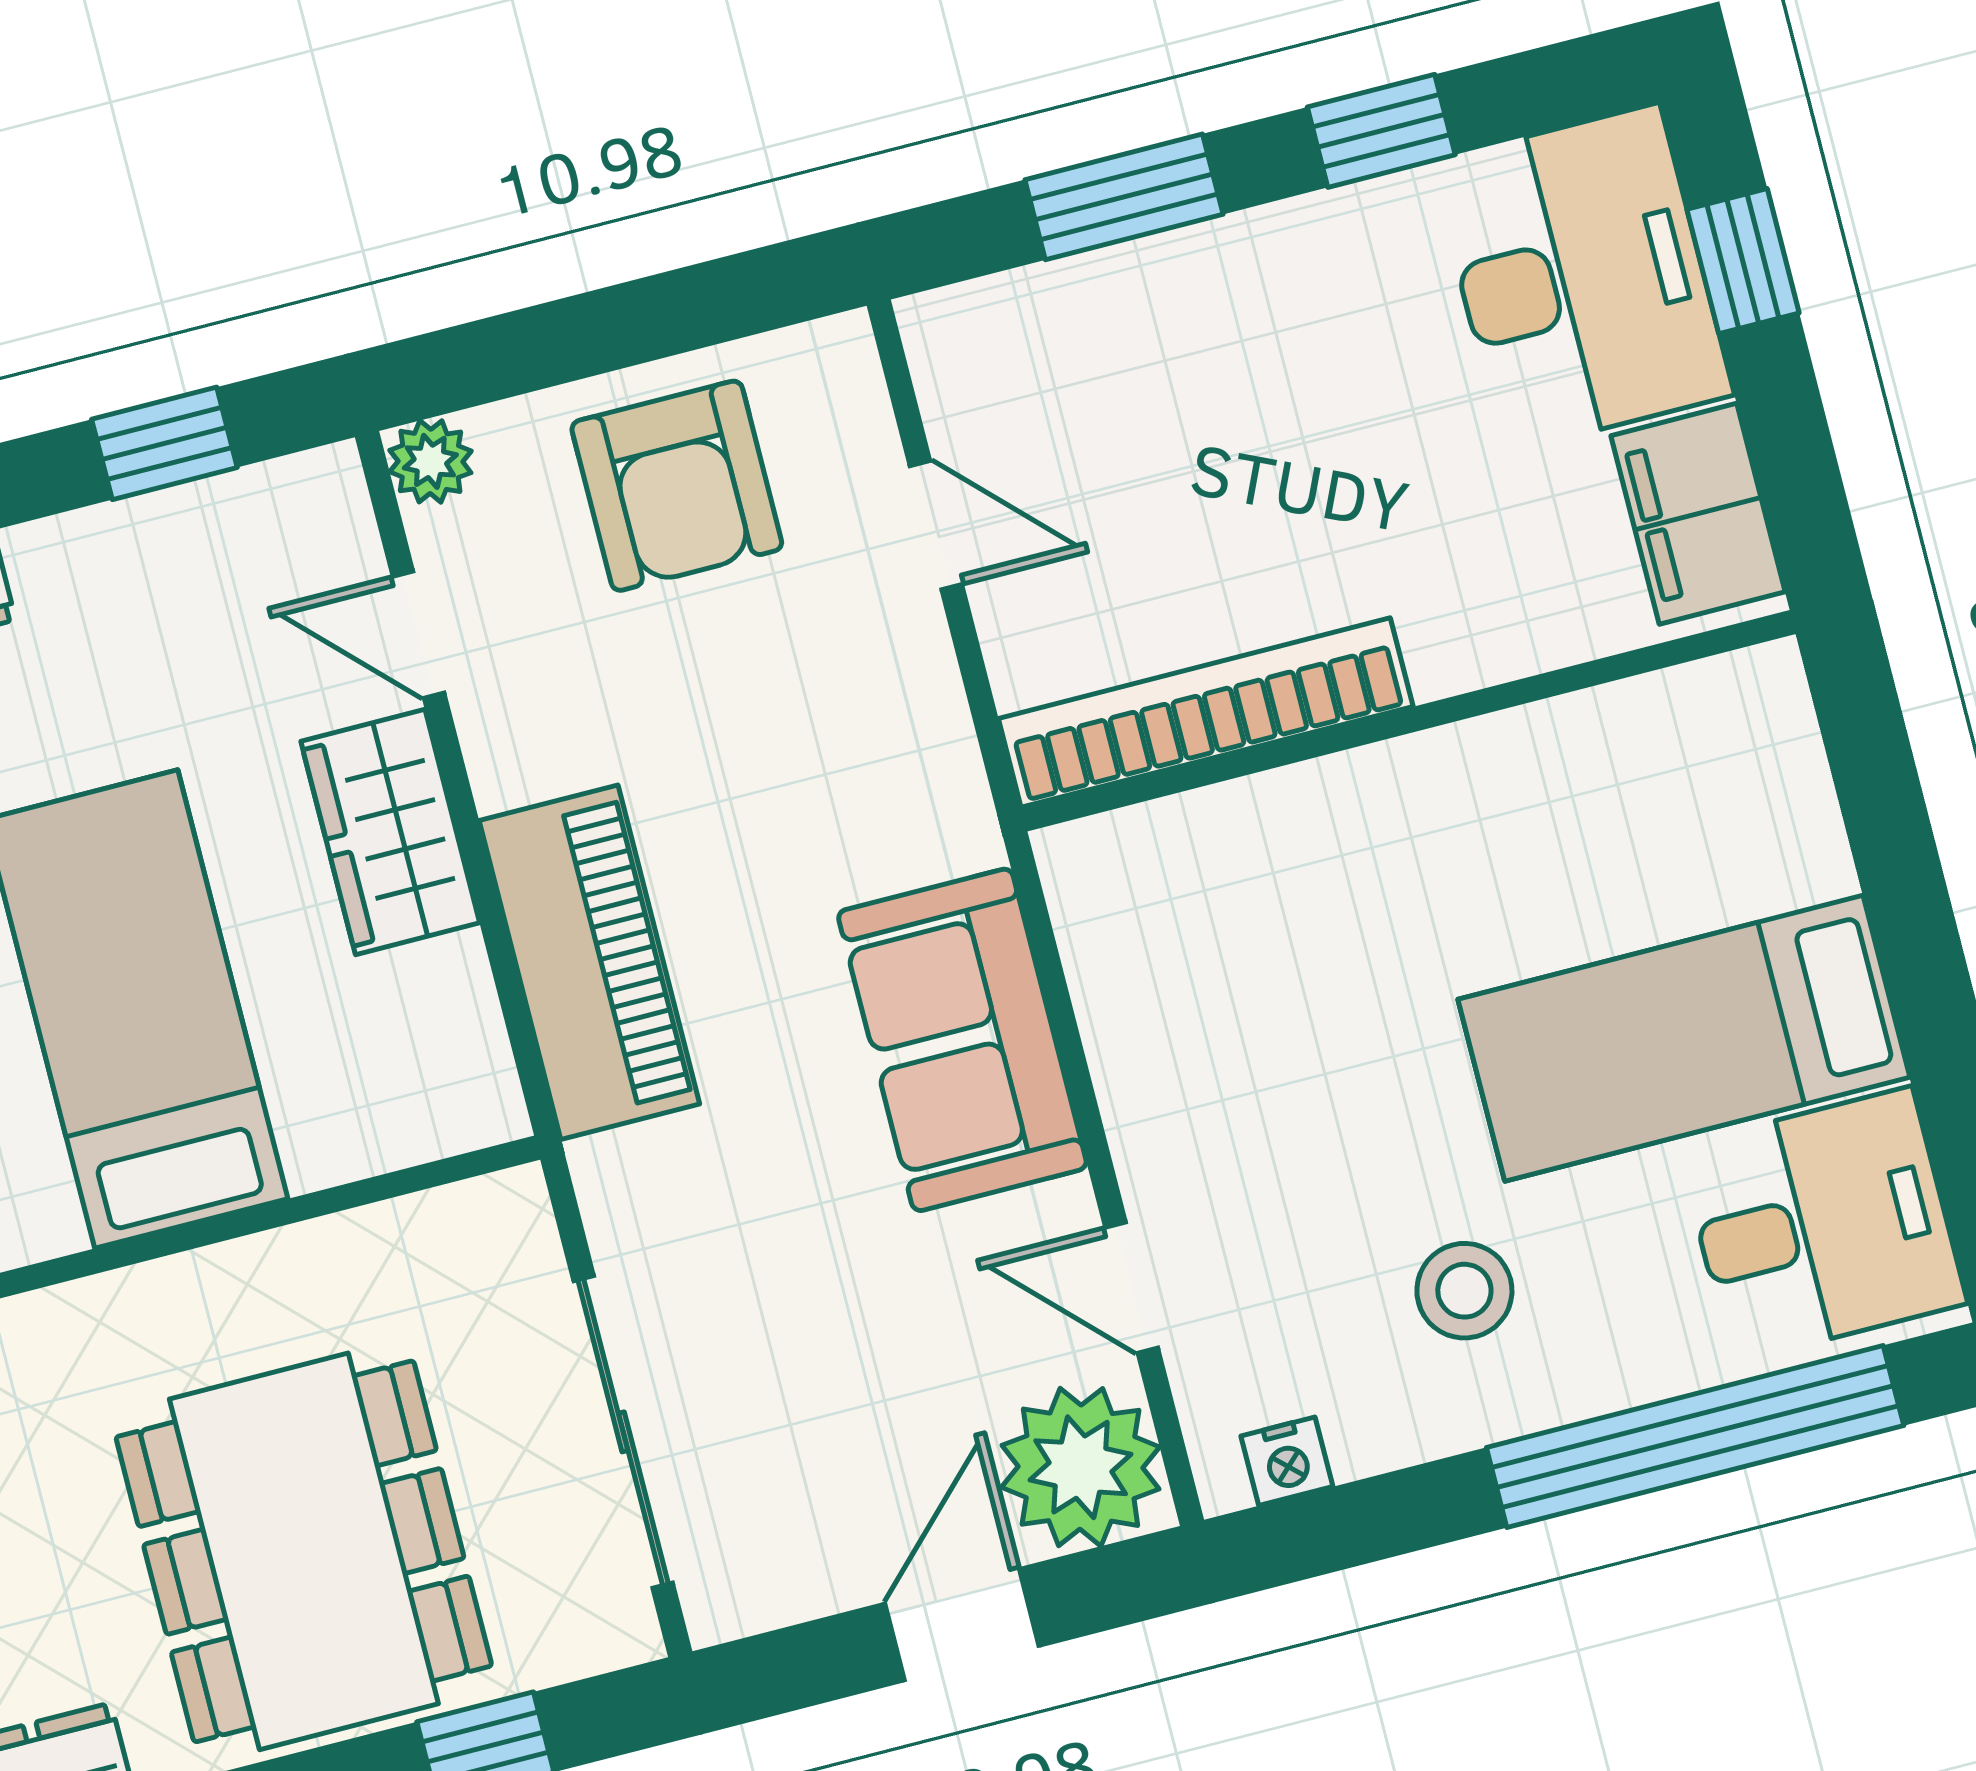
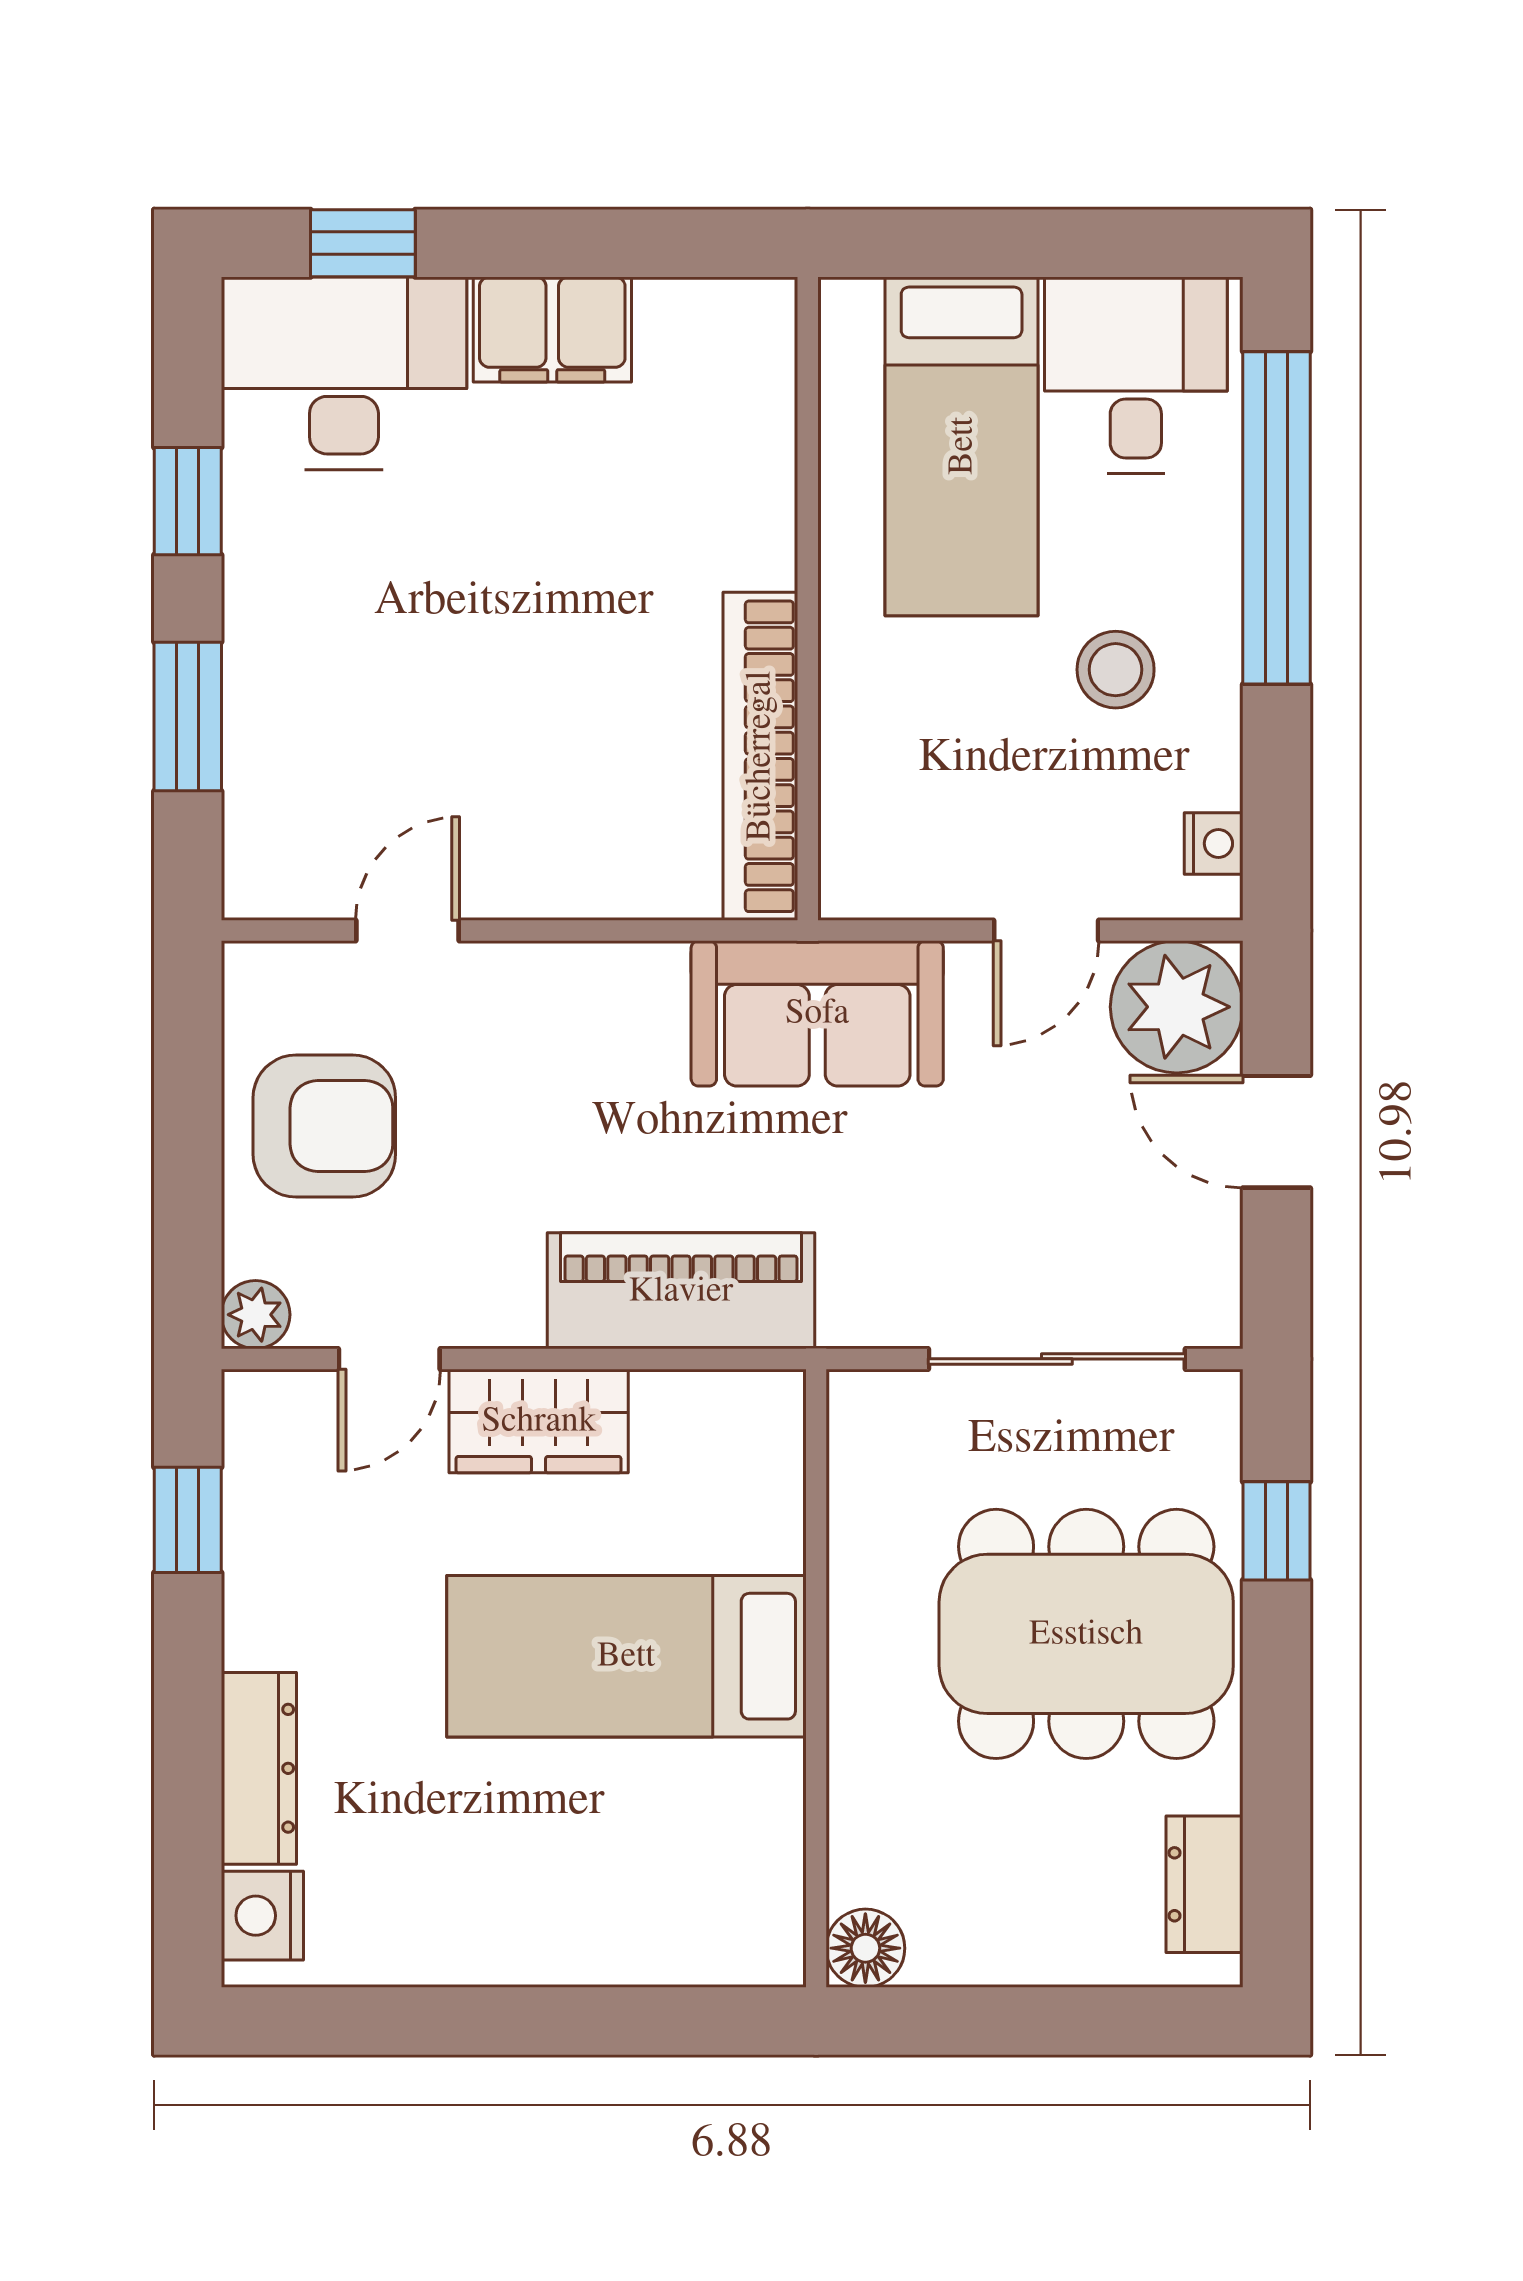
bookcase: (1206, 713) -> (760, 756), moved
wall: (1409, 721) -> (808, 599), moved

